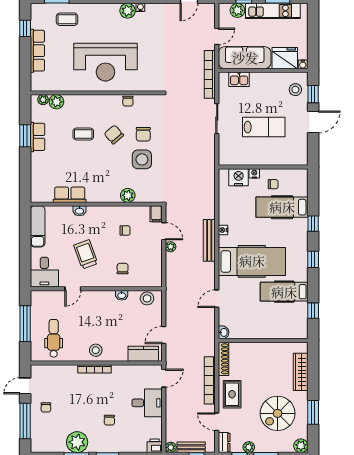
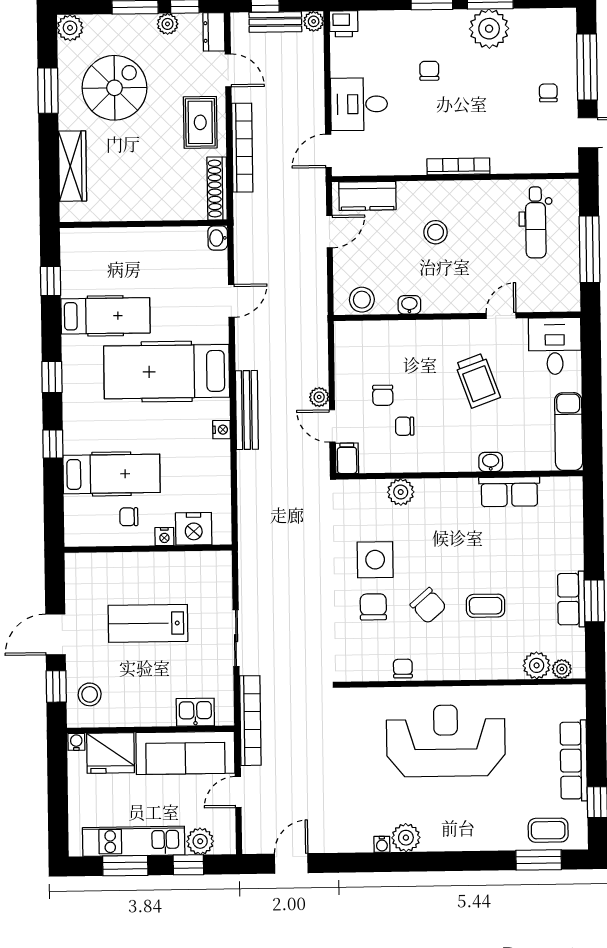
coffee table: (67, 19) -> (548, 830), moved
chair: (123, 269) -> (383, 395), moved
stool: (96, 350) -> (436, 232), moved

